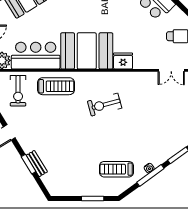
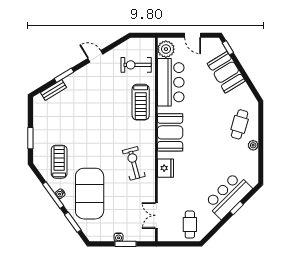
booth: (87, 51) -> (170, 132), width x0.73, depth x0.70
exercise bike: (105, 105) -> (134, 163), moved
exercise mat: (149, 138) -> (90, 194), added
bench: (37, 164) -> (54, 90), moved

